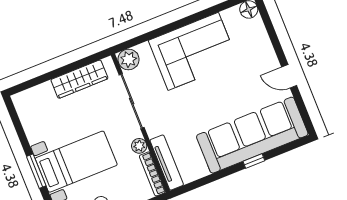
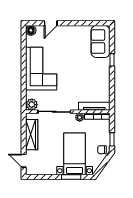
door: (289, 76) -> (51, 23), moved
door: (32, 83) -> (24, 161), added
sofa: (252, 135) -> (100, 42), width x0.54, depth x0.79

